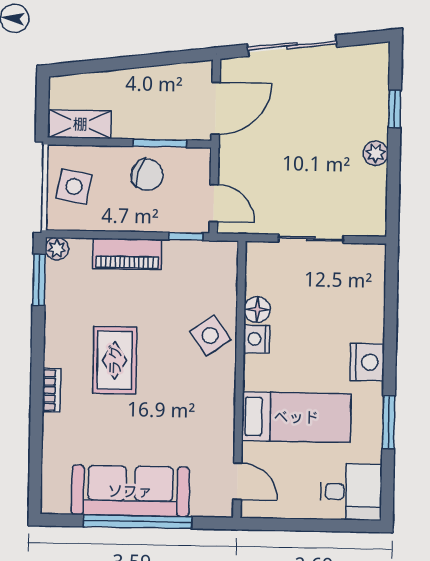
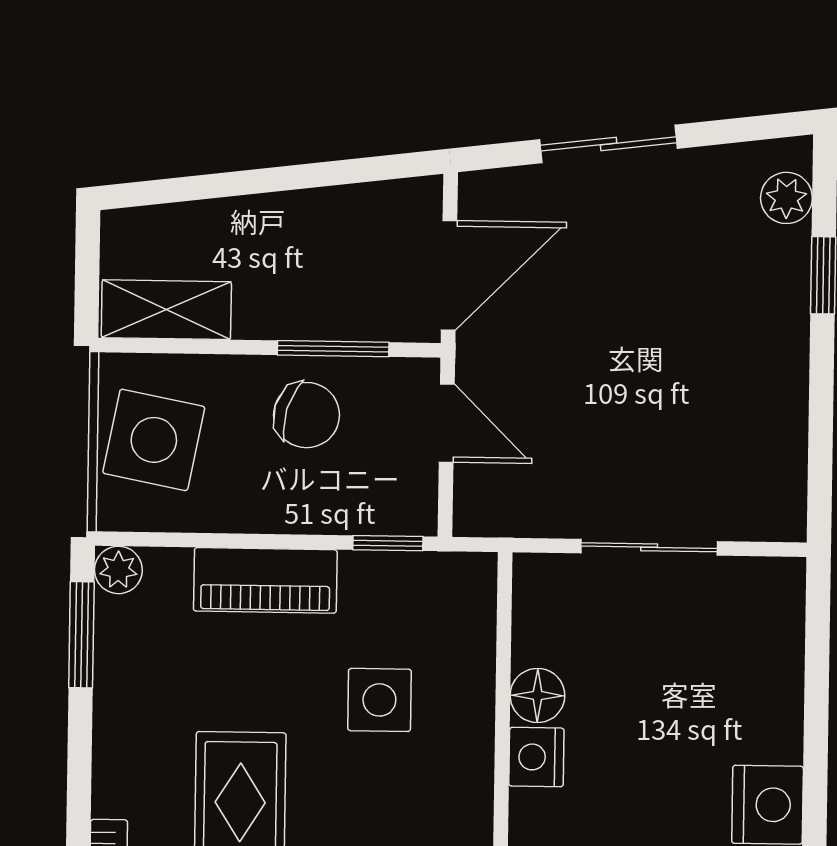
sliding door: (292, 46) -> (609, 144), width x0.73
plant: (376, 153) -> (786, 198), moved
side table: (74, 187) -> (154, 440), width x1.37, depth x1.37
door: (214, 203) -> (447, 423), moved
side table: (210, 335) -> (379, 700), moved, turned 35

